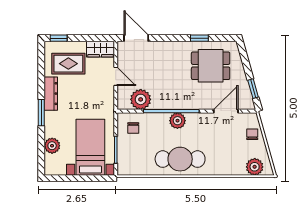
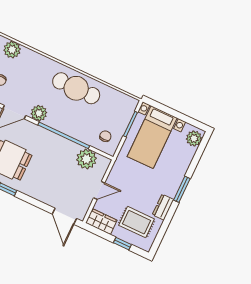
window: (59, 38) -> (122, 244), moved
door: (116, 76) -> (99, 190), swing flipped
dresser: (51, 94) -> (163, 207), width x0.70
plant: (177, 121) -> (39, 113), moved
plant: (52, 146) -> (194, 138), moved

